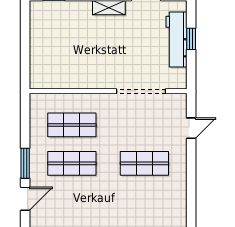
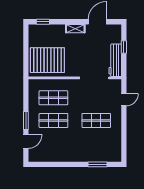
workbench: (176, 39) -> (115, 60), moved
pallet: (62, 61) -> (47, 60), added

